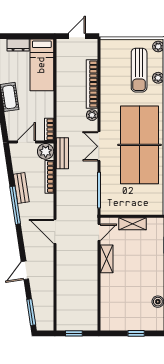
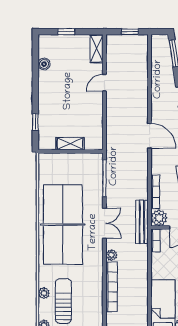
bench: (62, 153) -> (142, 222), width x1.36
door: (99, 232) -> (104, 83), moved
shelving: (107, 259) -> (97, 49), moved

